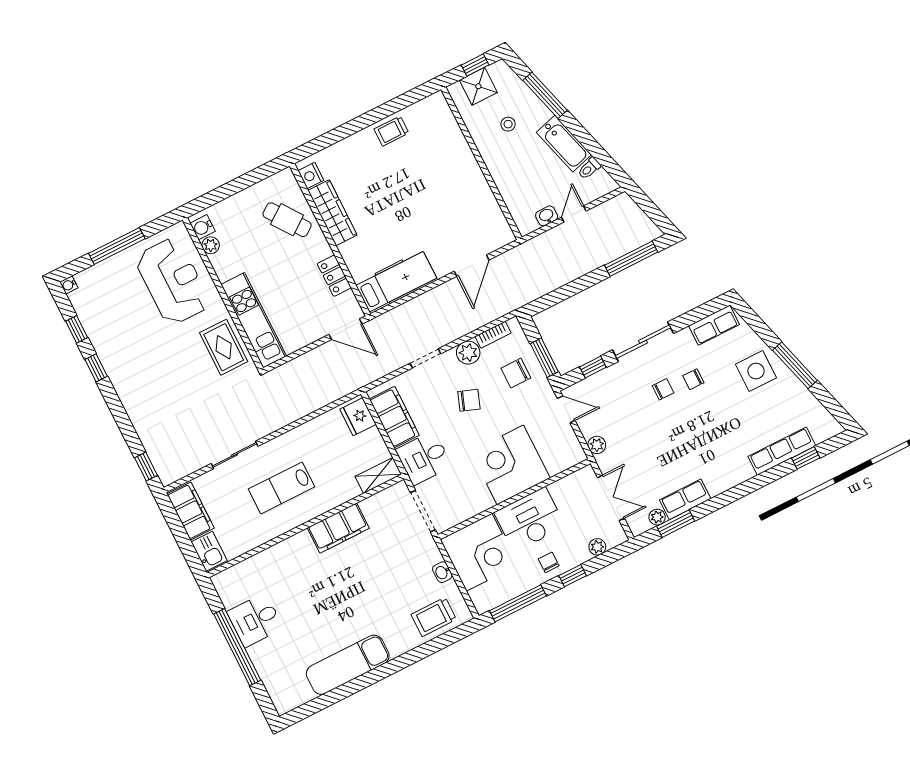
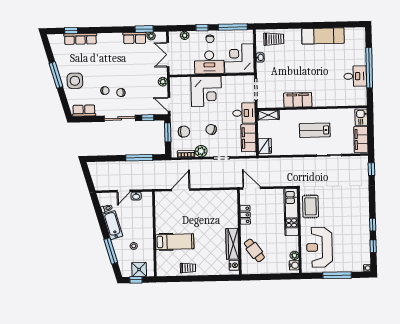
window: (631, 259) -> (139, 158), moved
hospital bed: (396, 282) -> (175, 242), moved, turned 180
lab bench: (282, 488) -> (315, 130), turned 180

